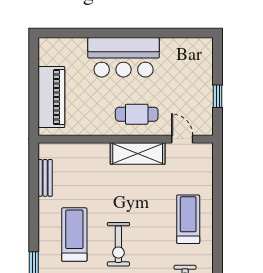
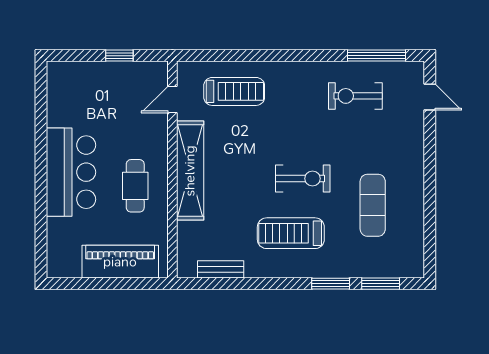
cafe table: (137, 114) -> (135, 186), moved
shelving: (138, 153) -> (190, 171), width x1.47
treadmill: (188, 219) -> (234, 91), moved, turned 180

